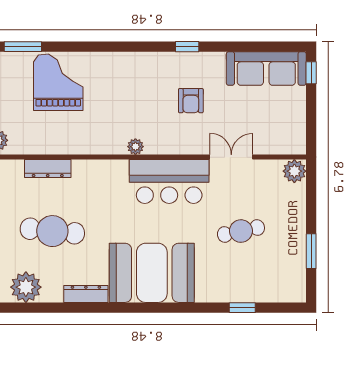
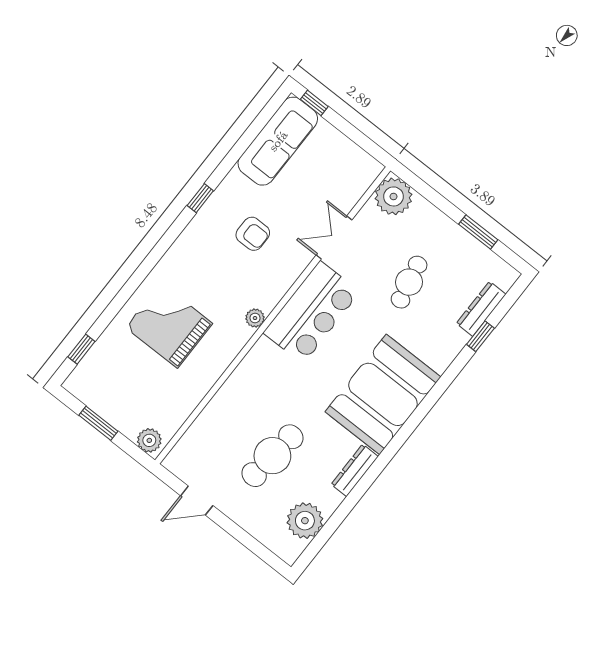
window: (23, 47) -> (81, 349), width x0.67
grand piano: (58, 82) -> (169, 326), moved
dresser: (48, 168) -> (481, 309), moved, turned 180
plant: (294, 171) -> (394, 196), width x1.36, depth x1.36

